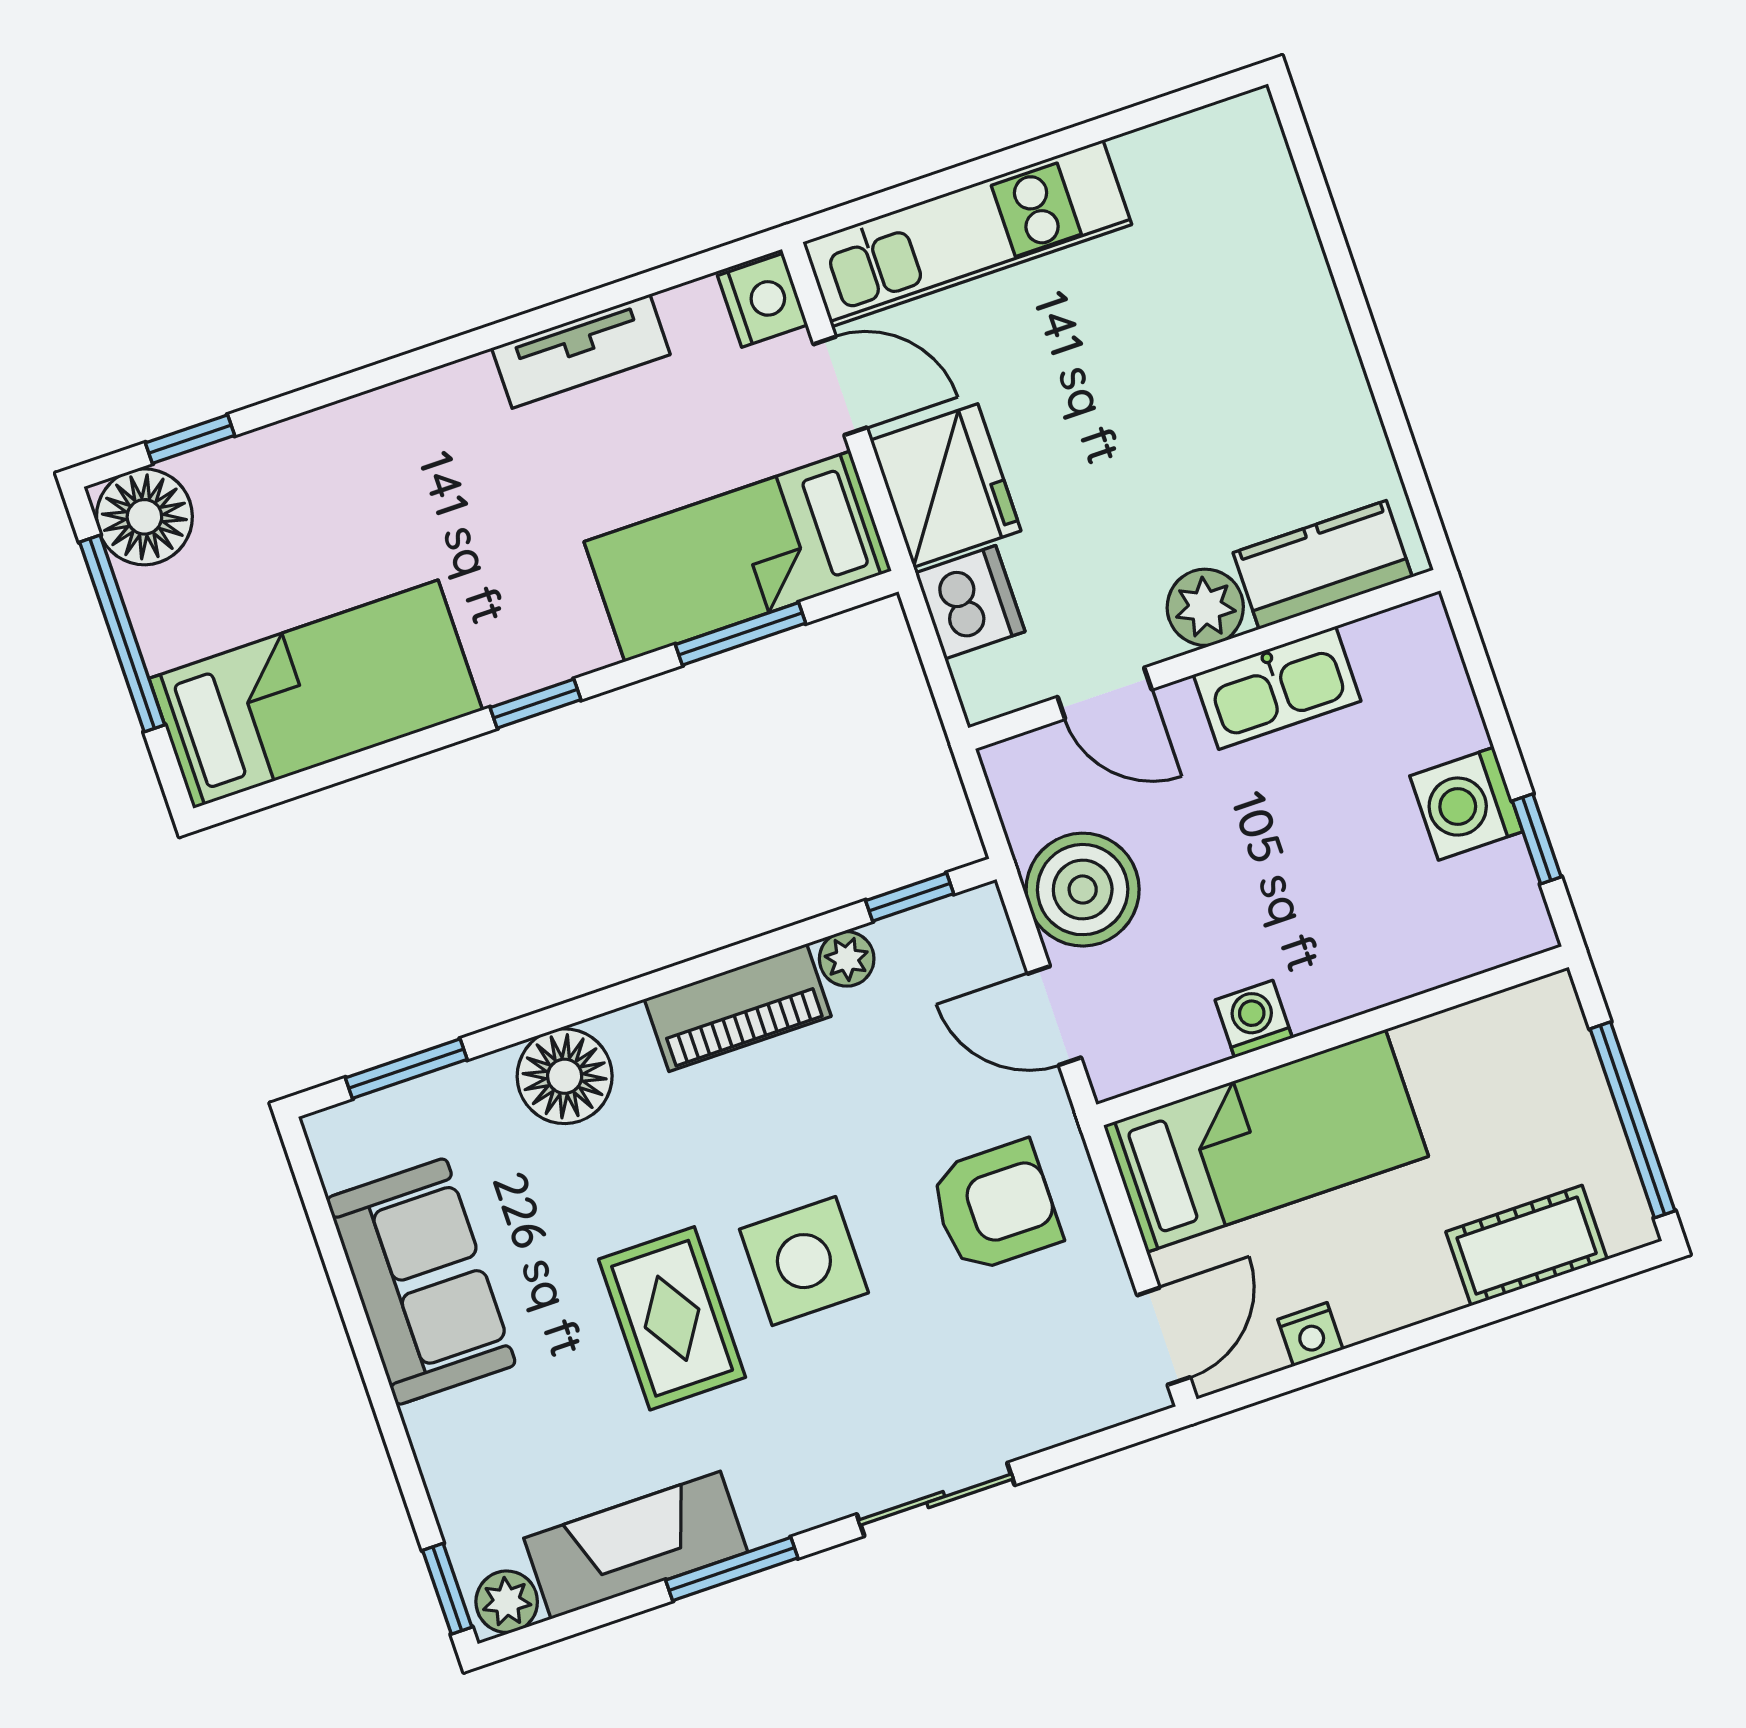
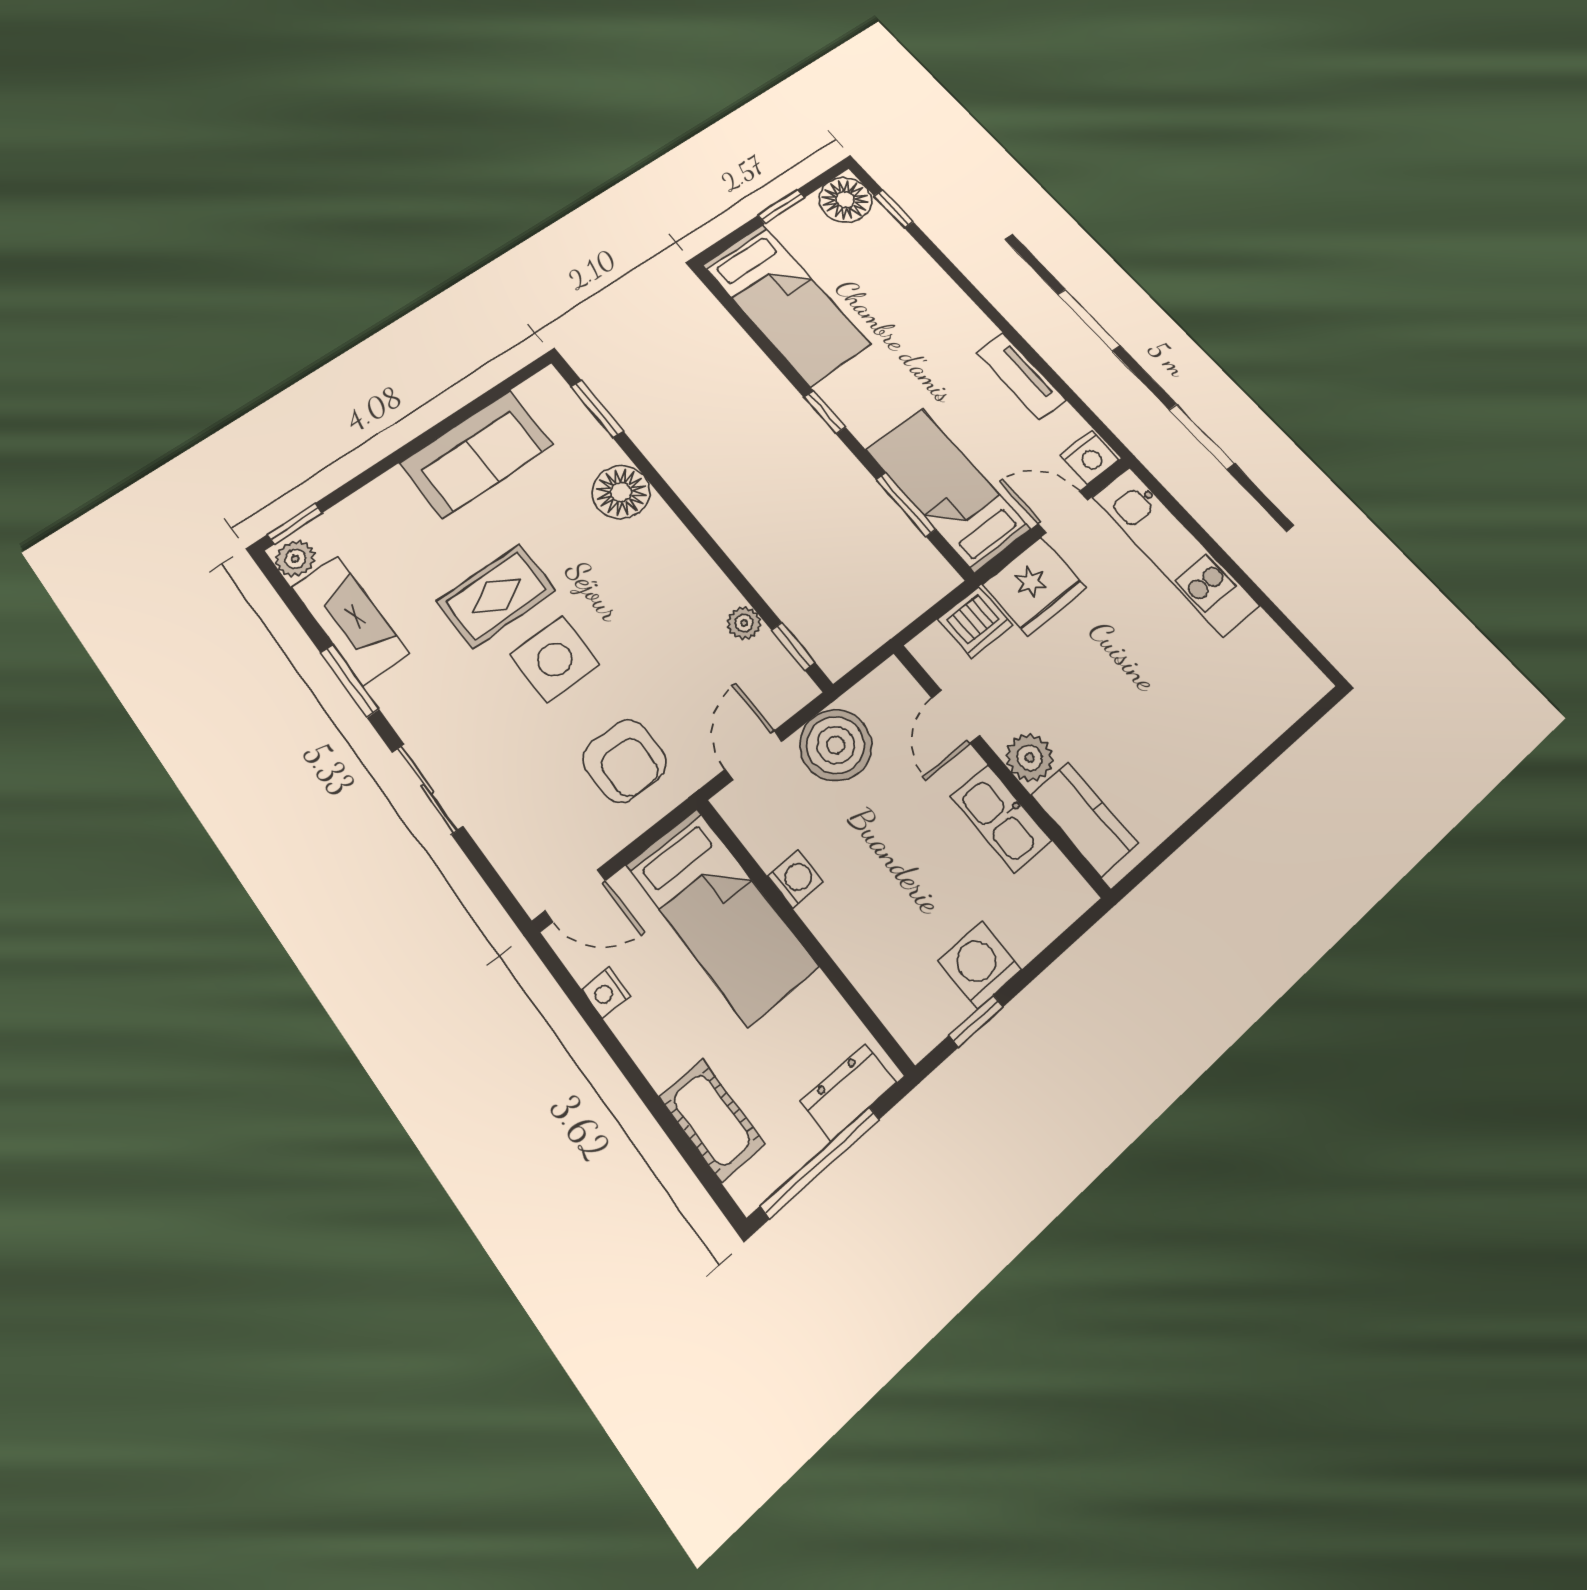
door: (840, 386) -> (1063, 512), swing flipped
window: (122, 634) -> (781, 207), width x0.46
piano: (738, 1008) -> (694, 572), removed
dresser: (1561, 1050) -> (848, 1092), added

